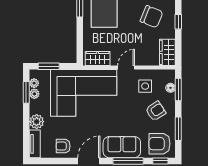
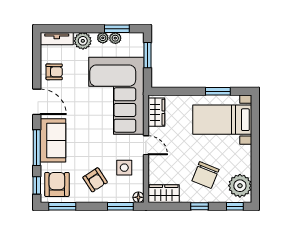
plant: (34, 83) -> (103, 38), moved
floor lamp: (171, 88) -> (138, 197), moved
window: (178, 129) -> (62, 206), moved
armchair: (63, 146) -> (54, 72), turned 90

